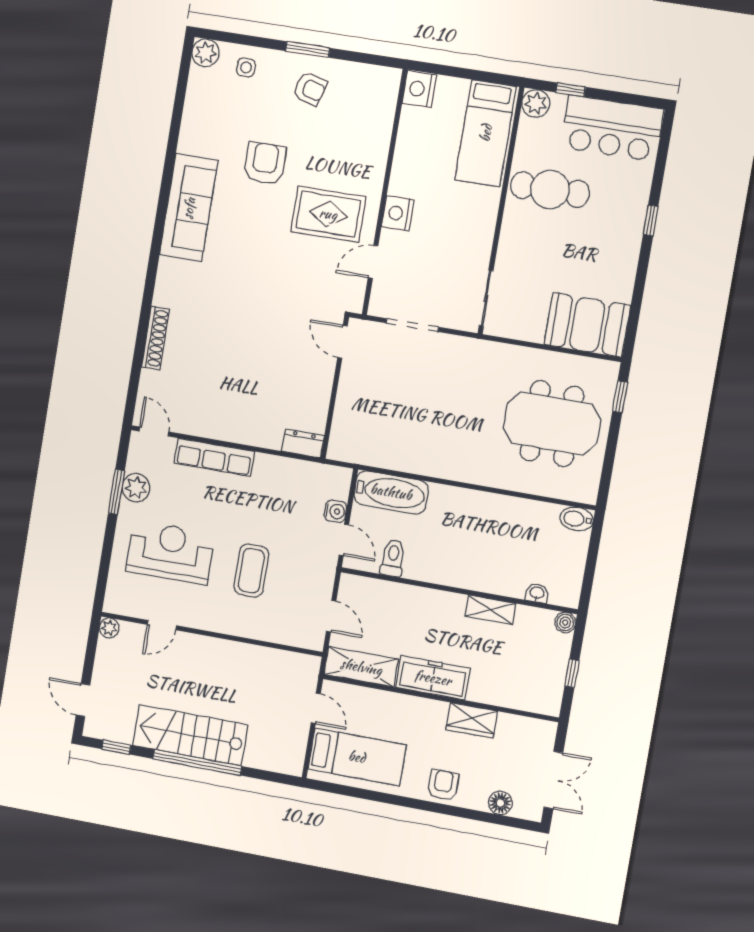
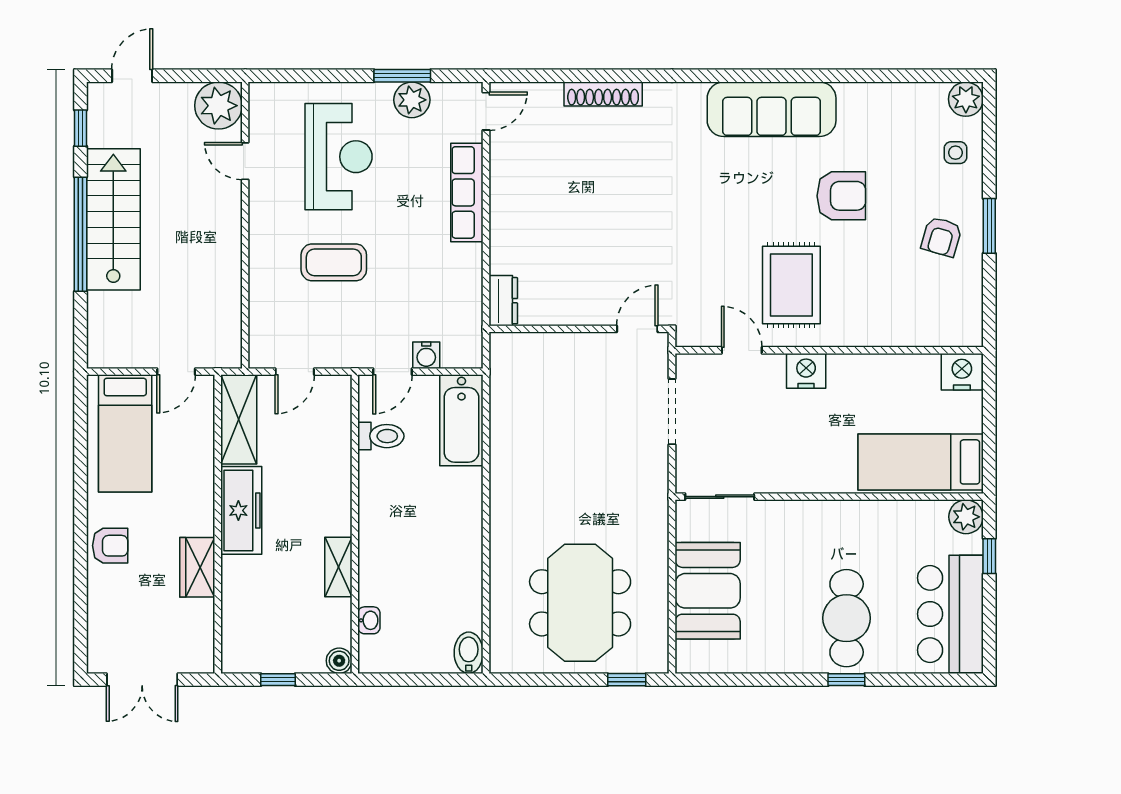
cafe table: (550, 189) -> (847, 618), moved
booth: (587, 325) -> (708, 591), moved
plant: (109, 628) -> (218, 106), width x1.87, depth x1.87
floor lamp: (500, 803) -> (101, 620), removed

